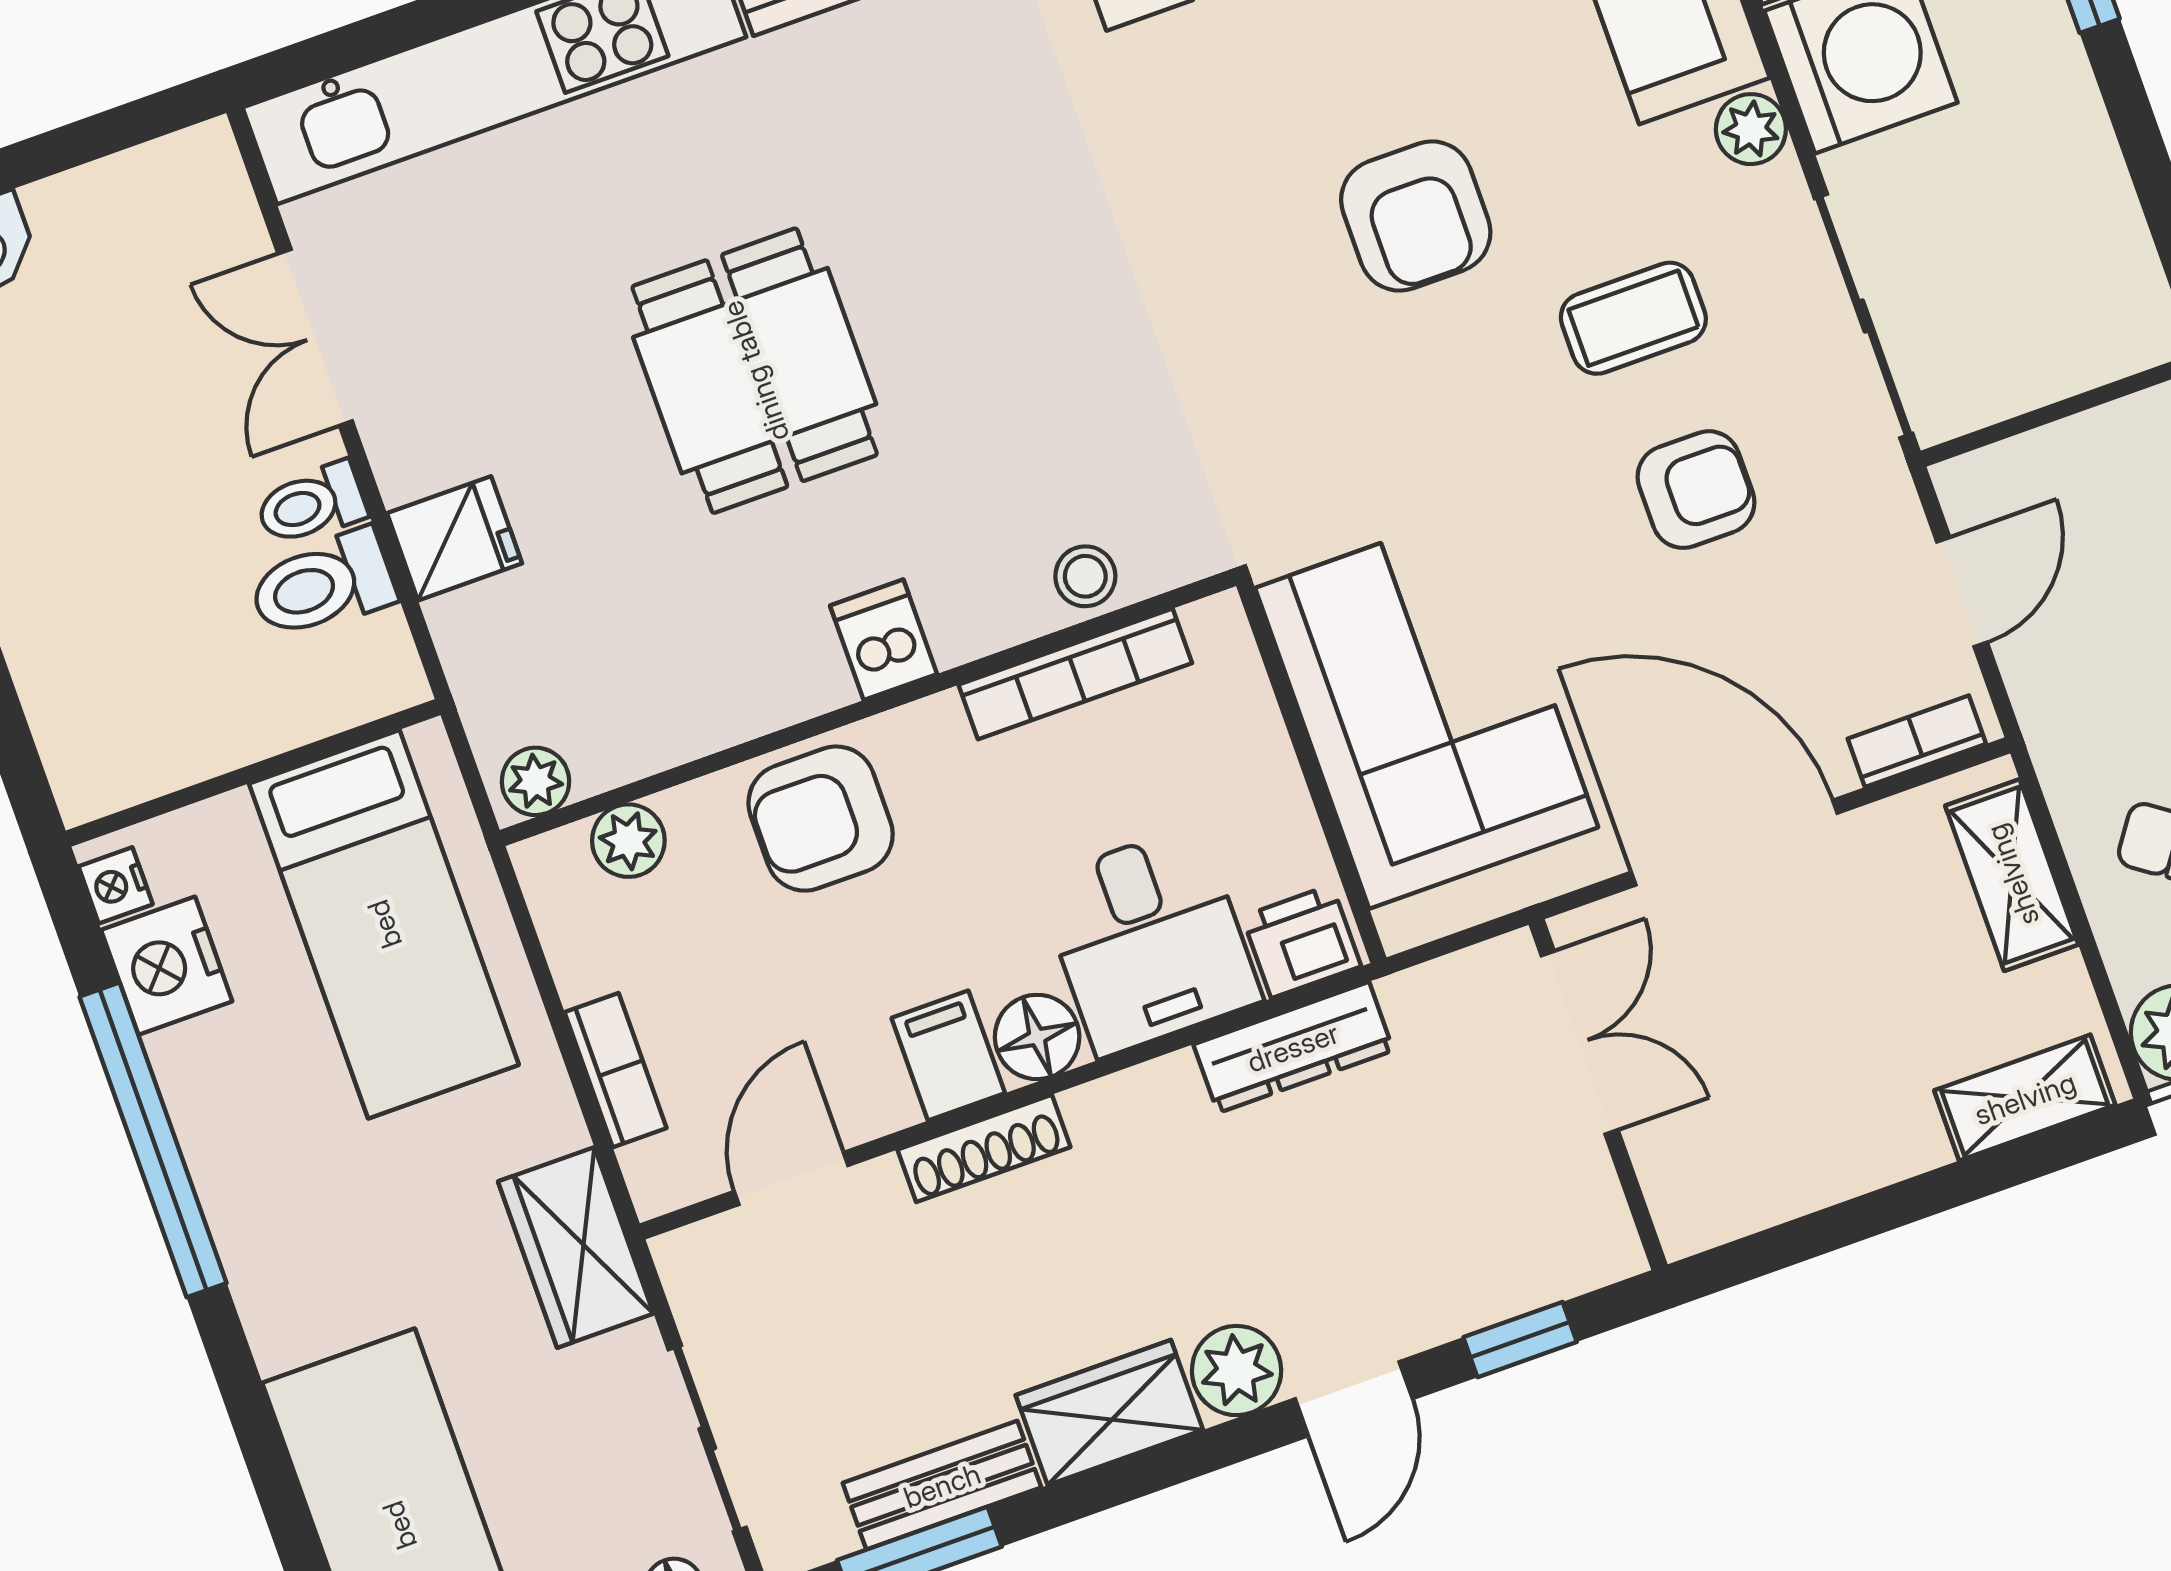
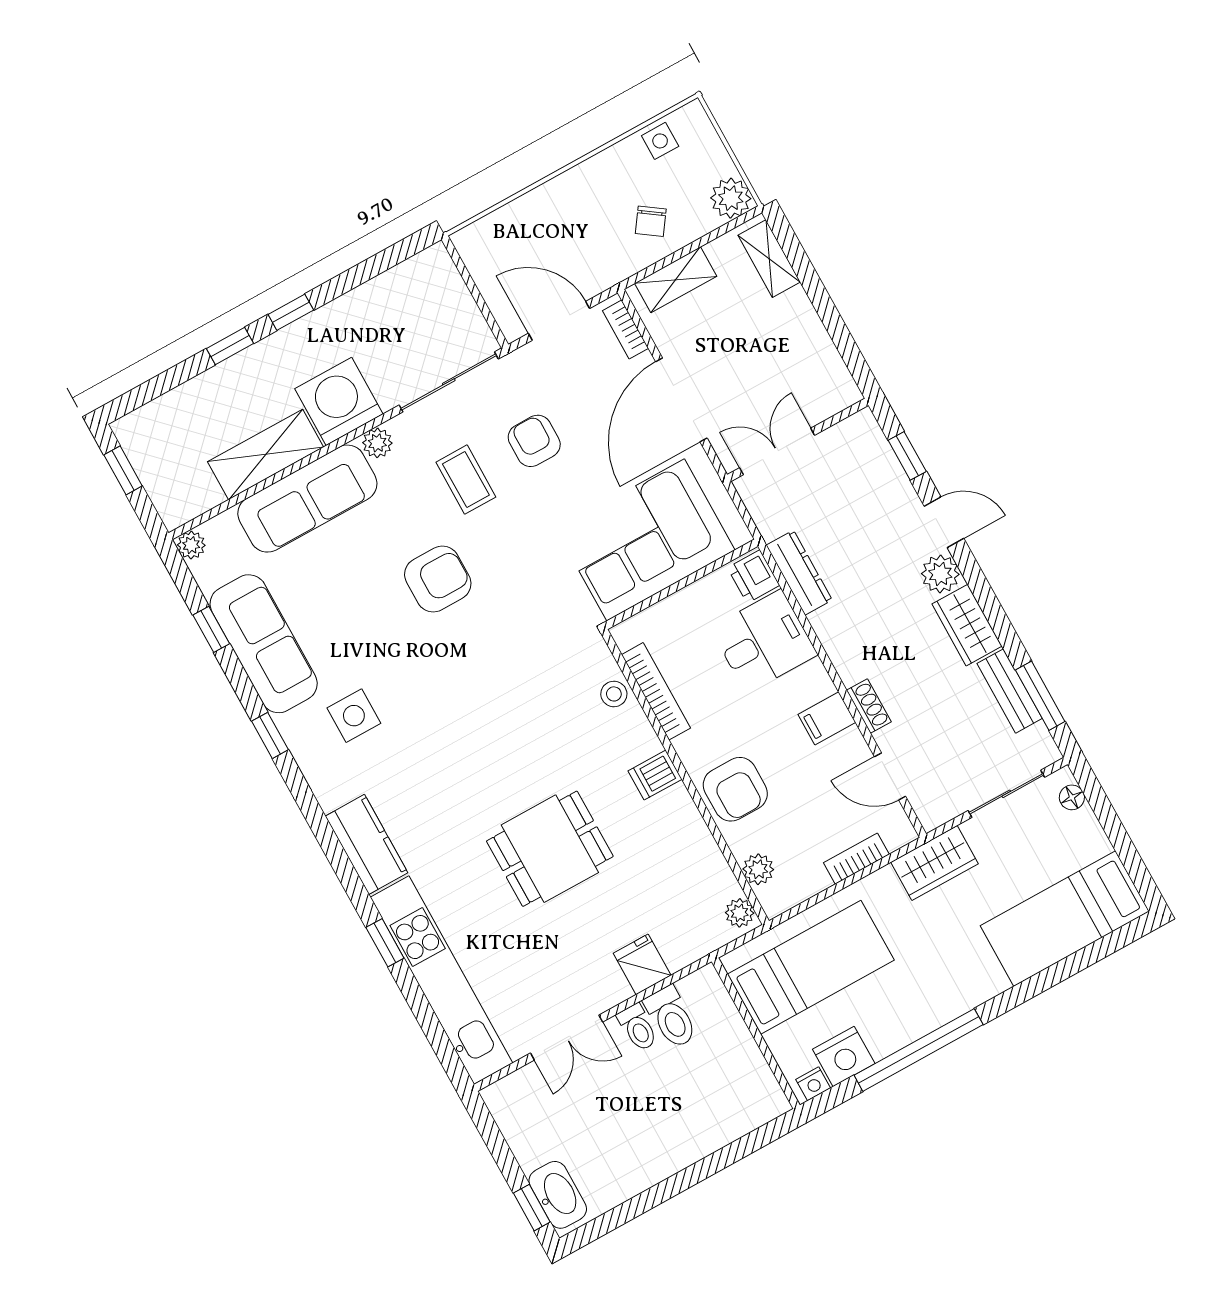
door: (1962, 592) -> (559, 321), width x1.38
floor lamp: (1037, 1037) -> (813, 682), removed
shoe rack: (984, 1148) -> (869, 706), width x0.70

